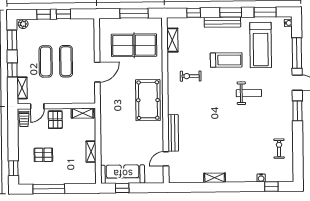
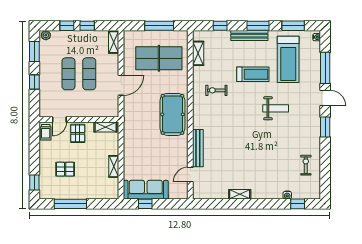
shelving: (22, 88) -> (114, 42), moved

